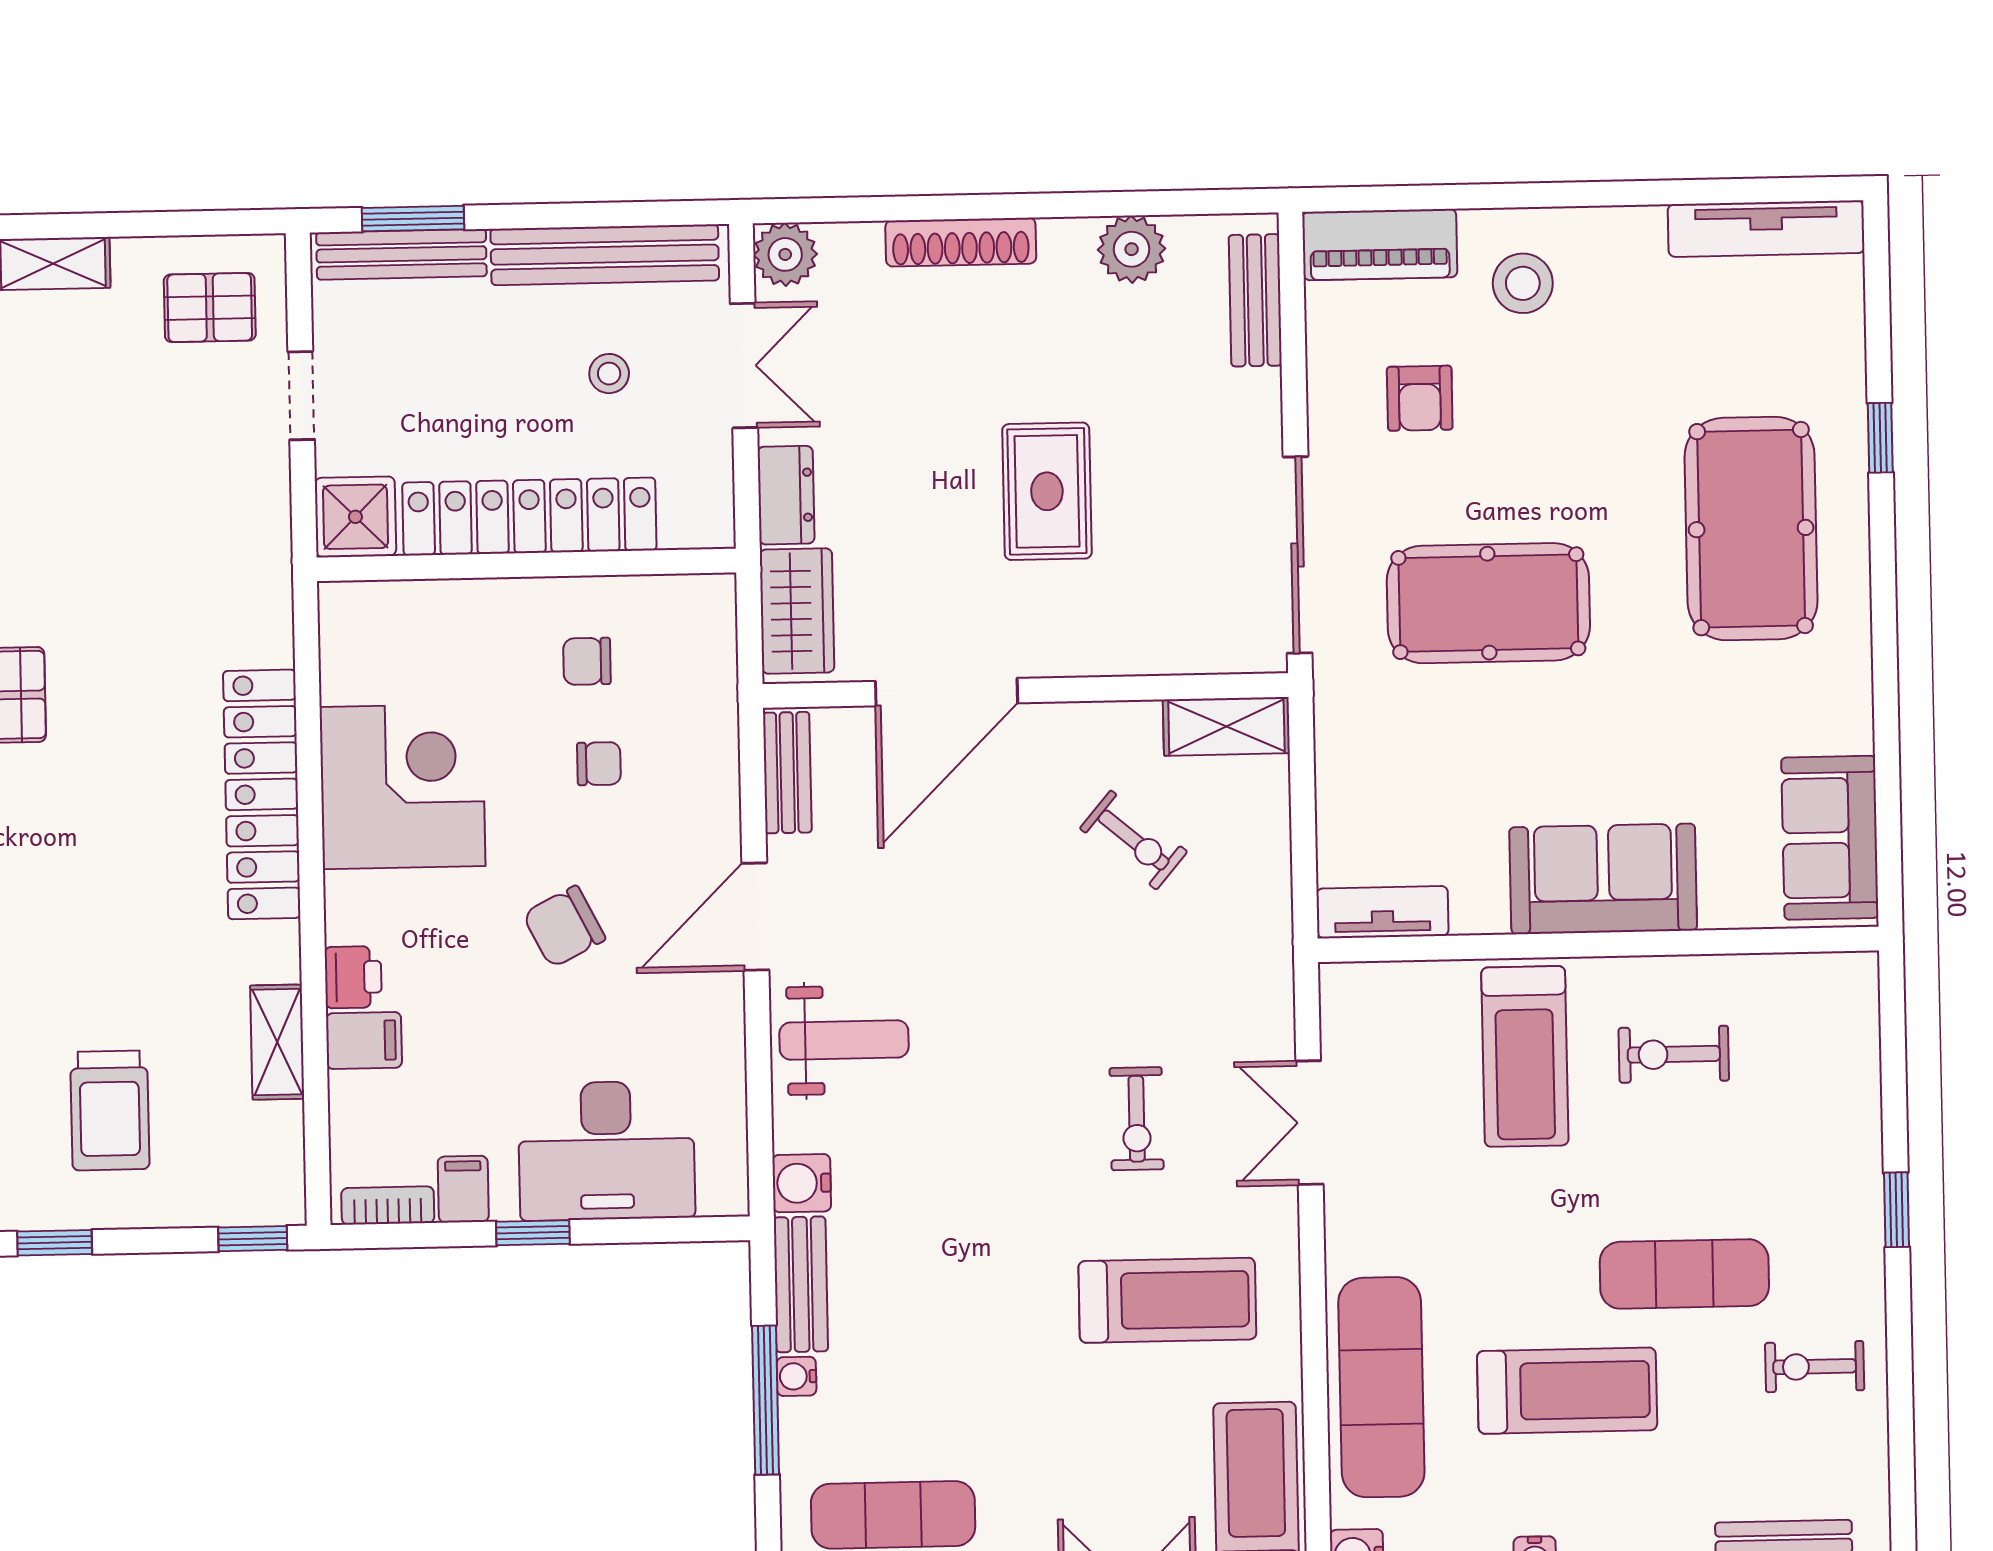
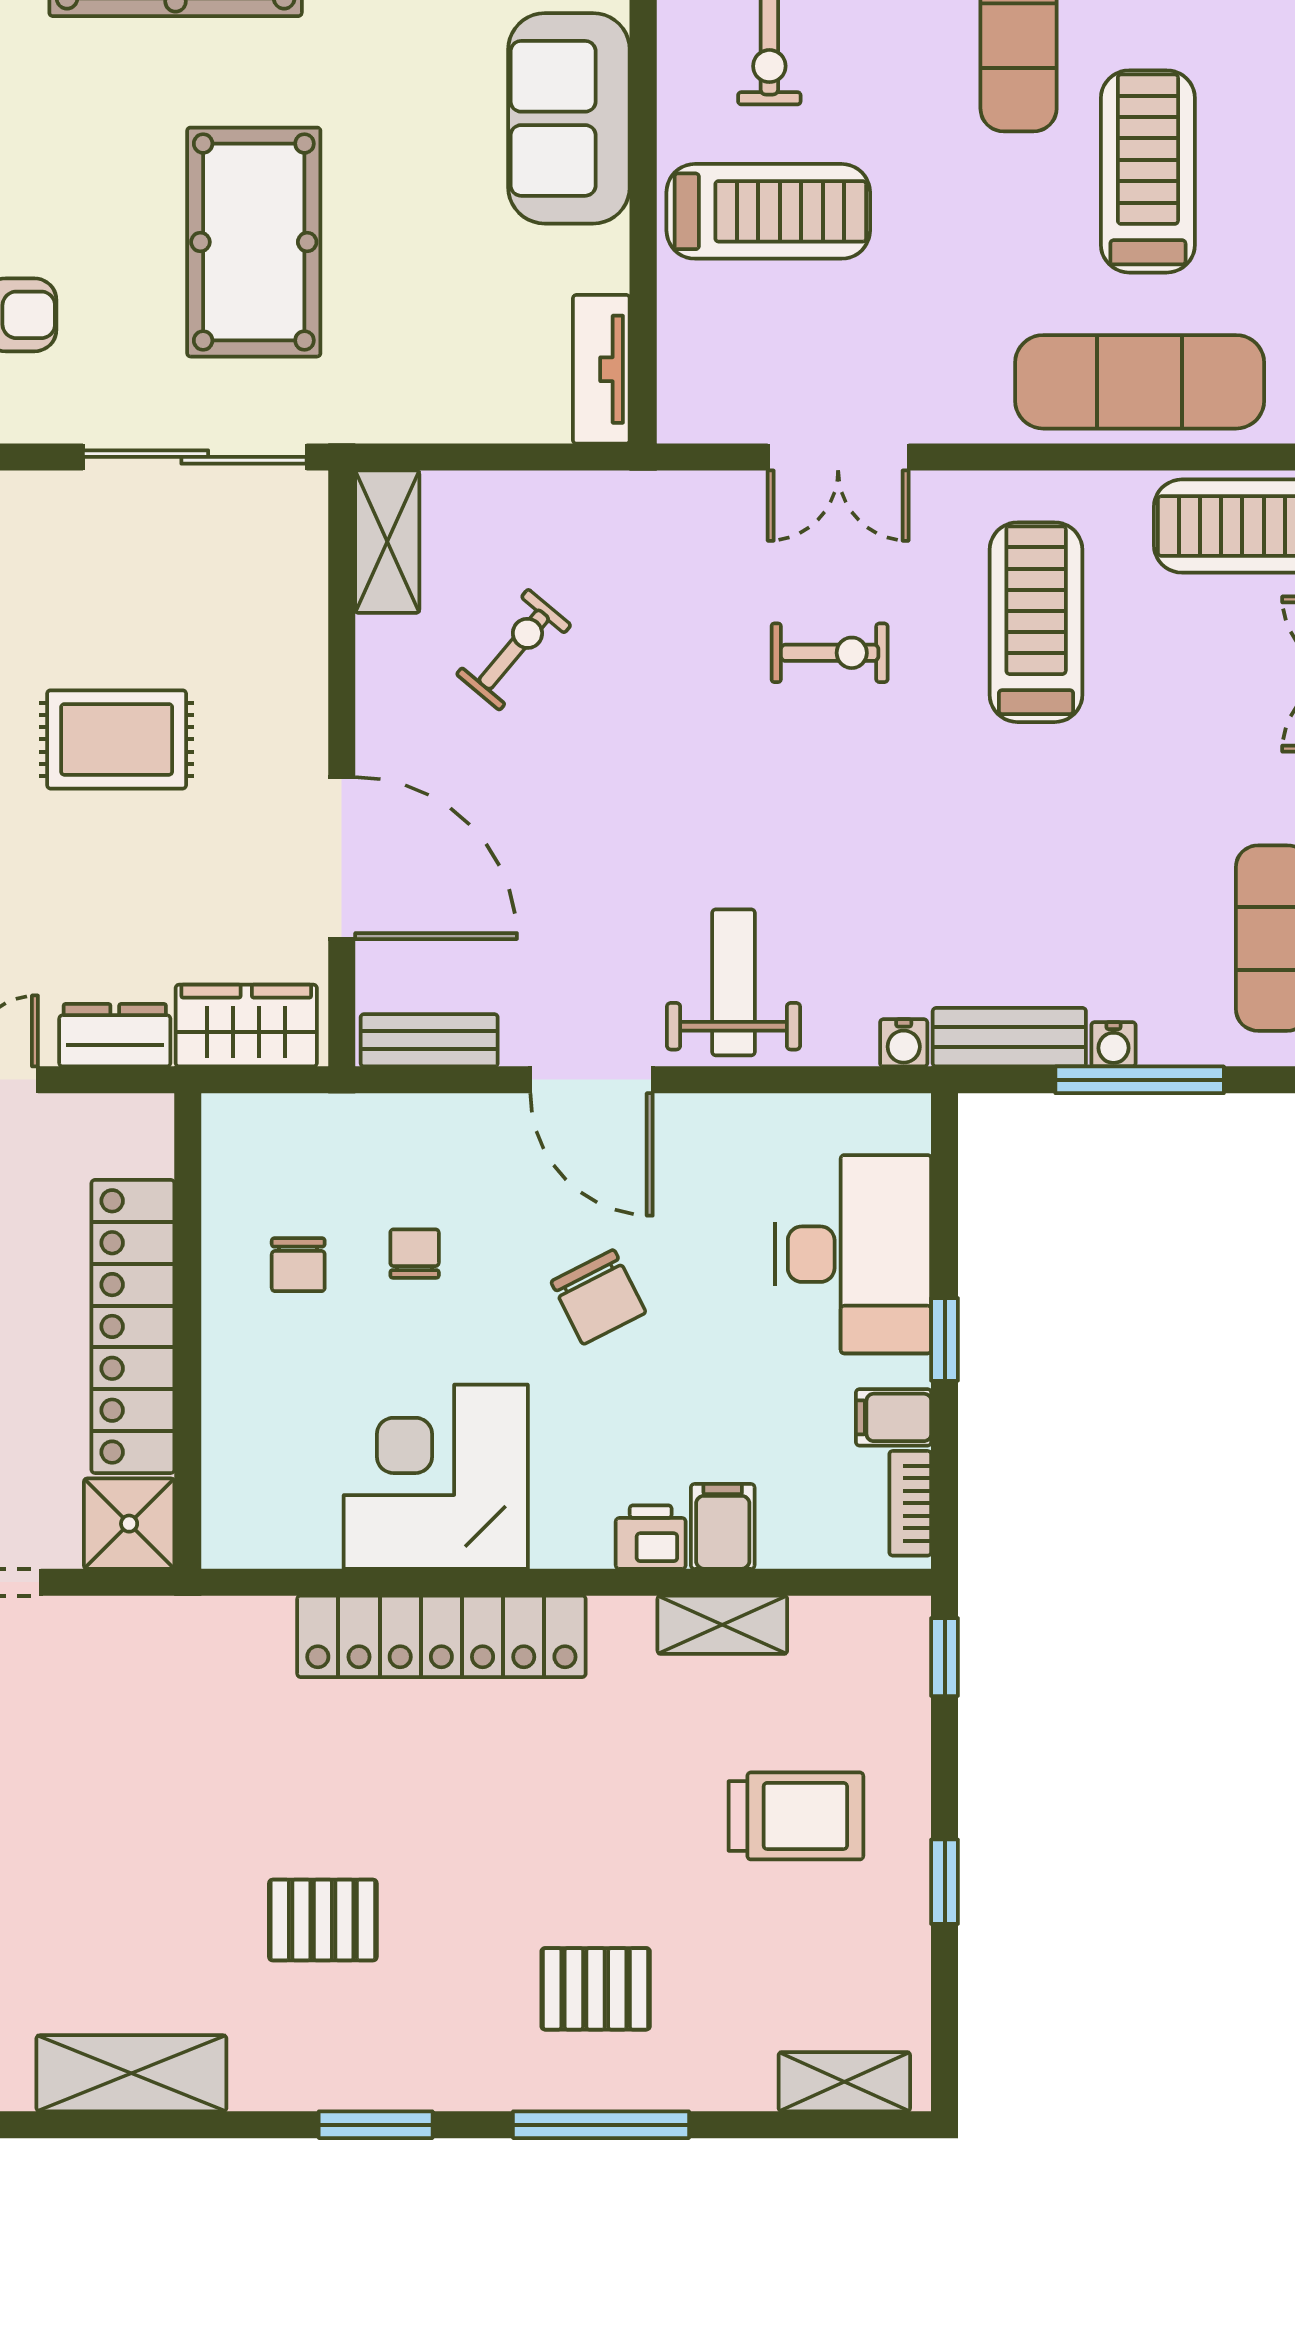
water cooler: (802, 1183) -> (904, 1043), width x0.72, depth x0.72

